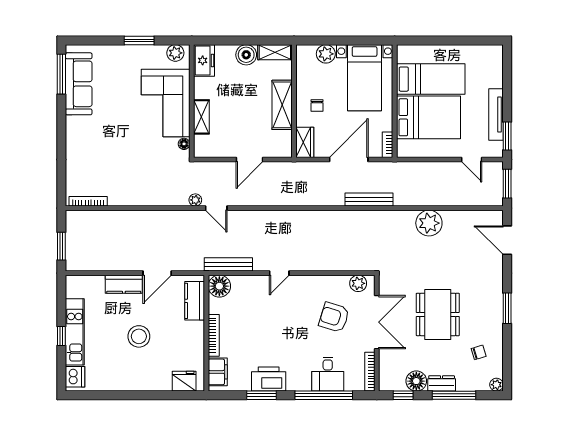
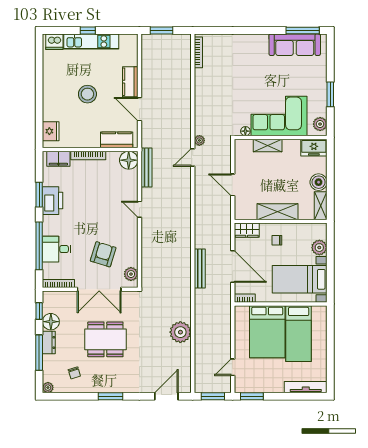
tv unit: (496, 115) -> (306, 387), moved
bench: (369, 200) -> (200, 268), moved

